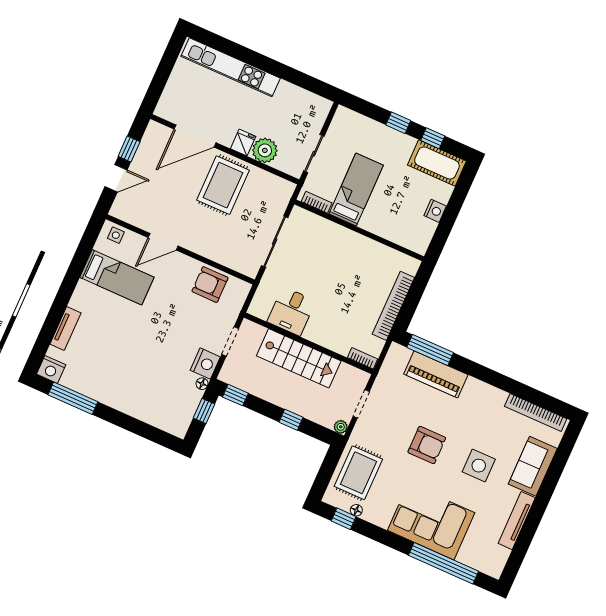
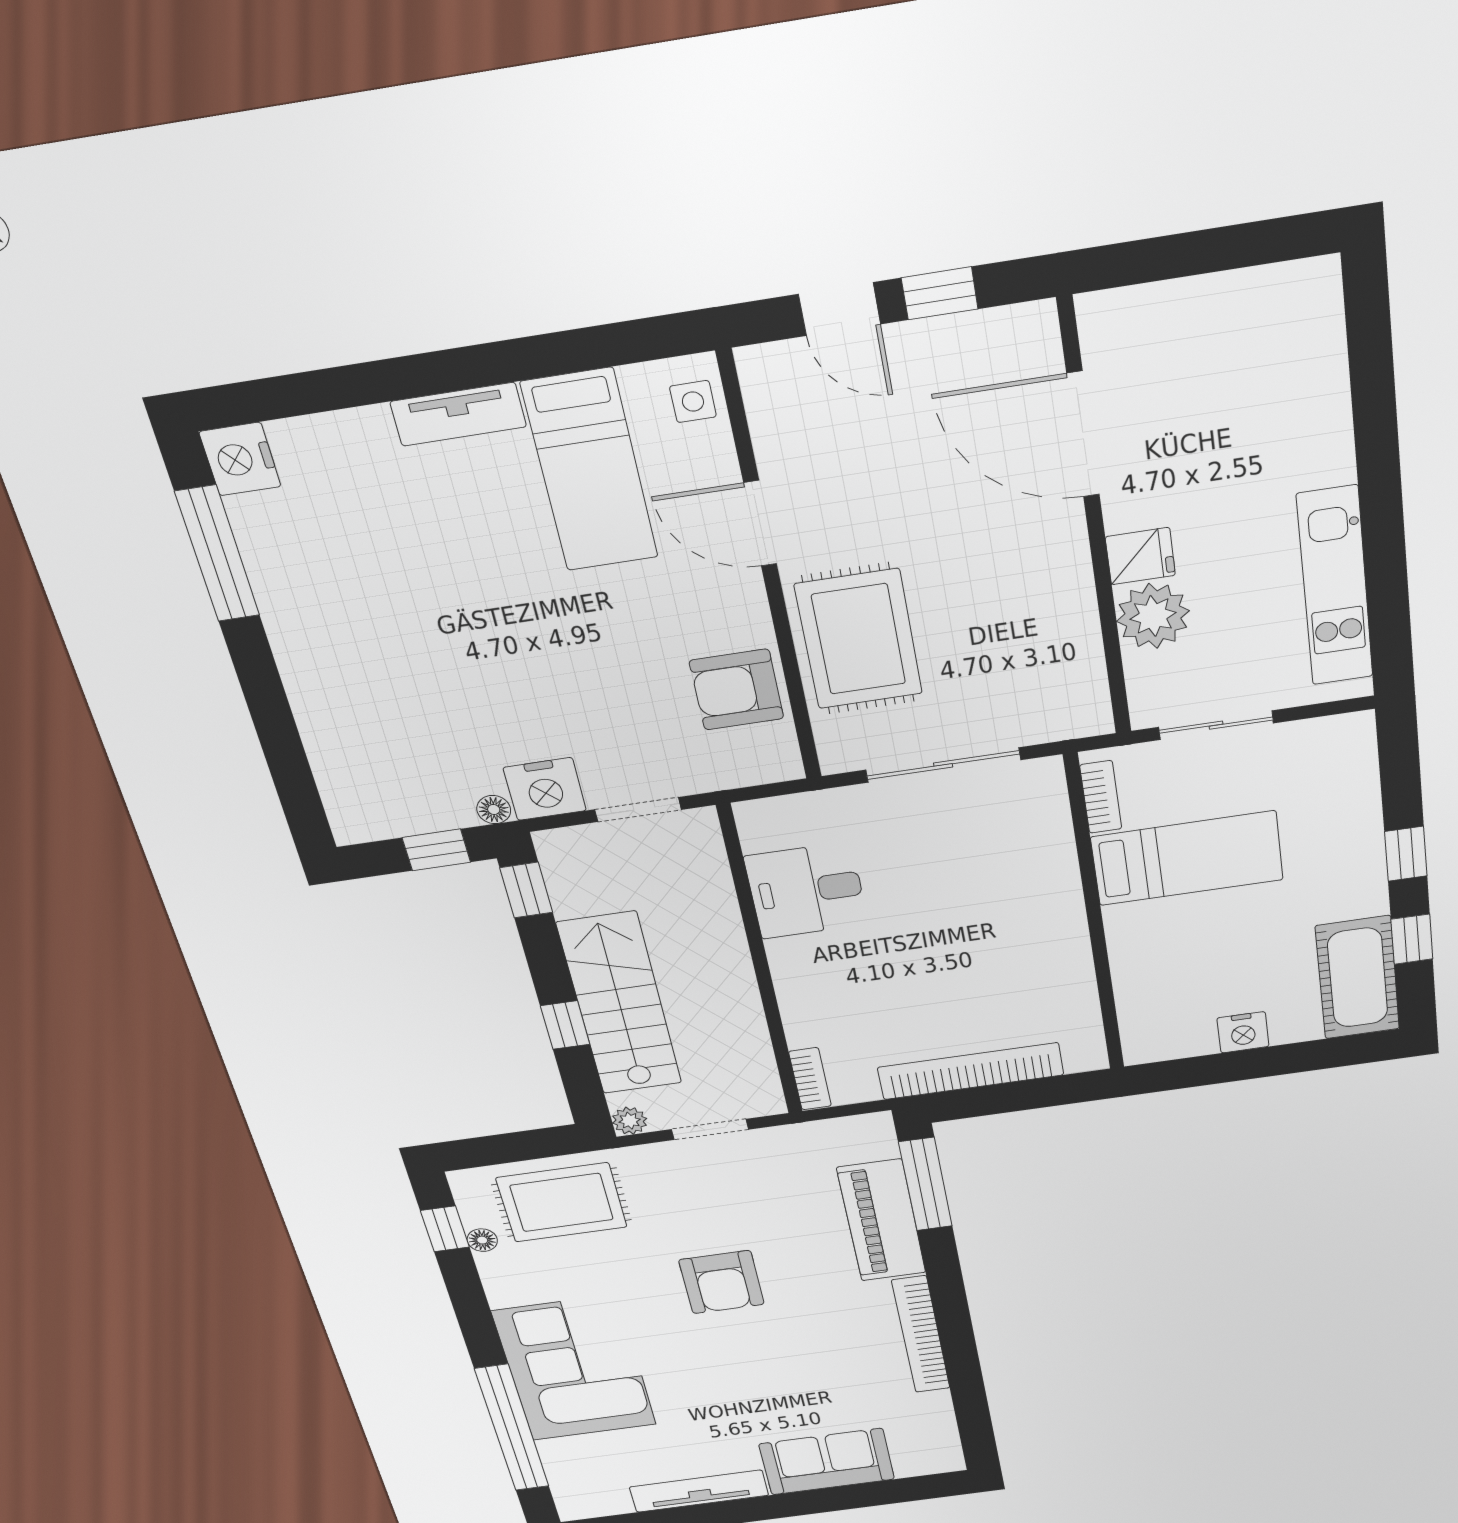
kitchen unit: (231, 67) -> (1335, 586), moved, width x0.73
rug: (223, 185) -> (859, 639), moved, turned 90
armchair: (210, 285) -> (737, 690), turned -90
tv unit: (65, 328) -> (458, 414), moved
stairs: (299, 358) -> (620, 1004), moved, turned 180
bookcase: (536, 413) -> (921, 1335), moved
side table: (479, 466) -> (754, 1383), removed

